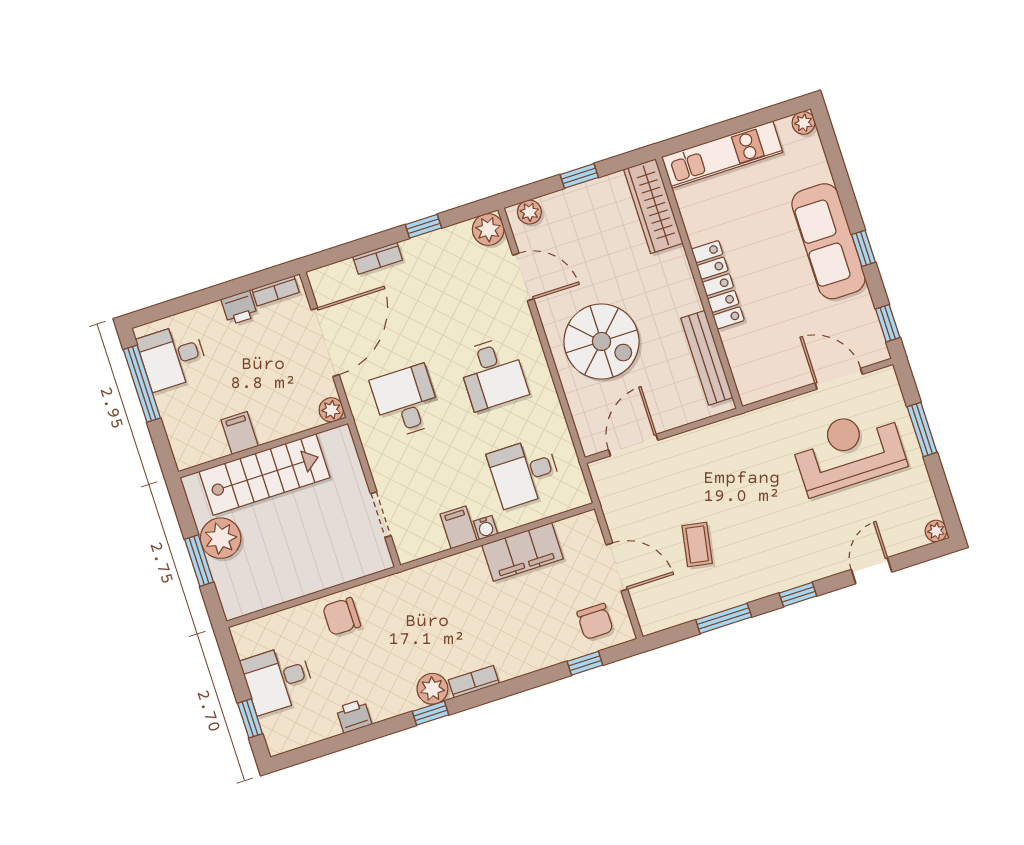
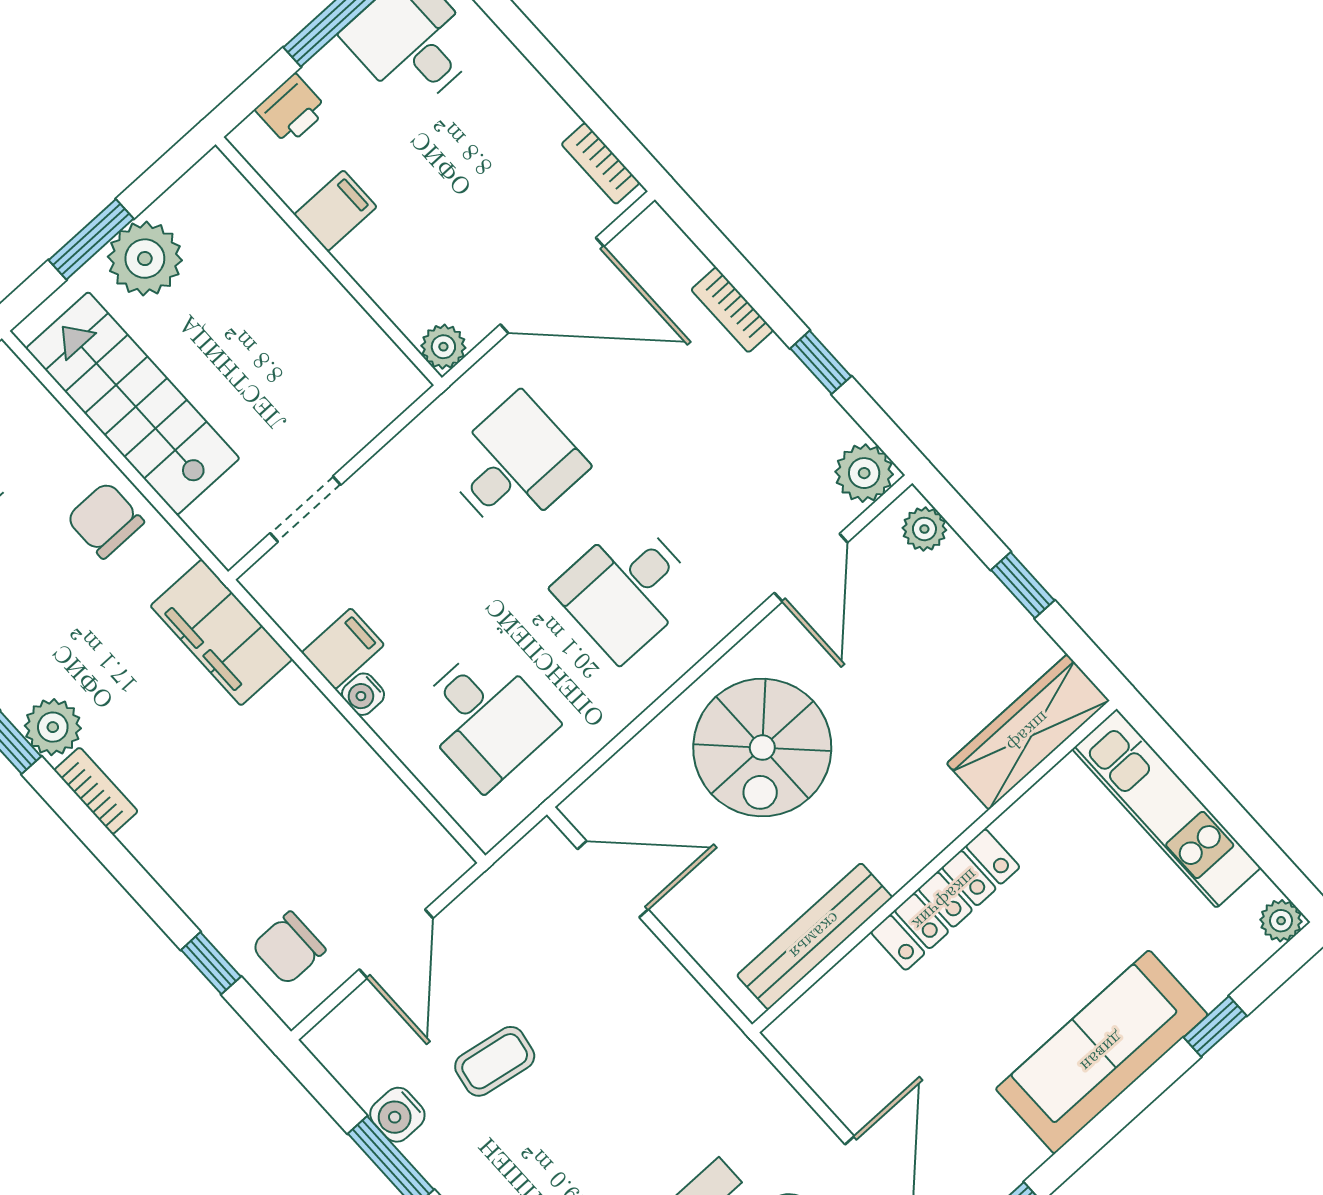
window: (864, 248) -> (1215, 1026), moved
printer: (239, 308) -> (291, 110), moved, turned -90
desk: (524, 472) -> (485, 718), turned 180
stairs: (265, 474) -> (133, 403), moved, turned 180
filing cabinet: (522, 552) -> (221, 633), moved
water cooler: (702, 605) -> (397, 1115), added

